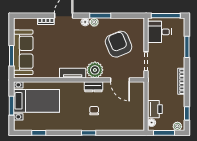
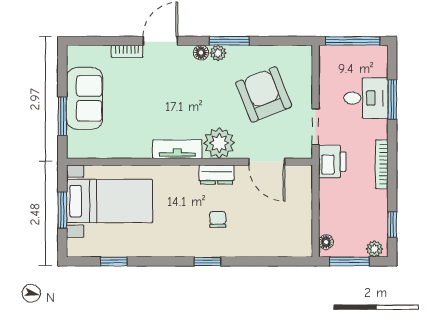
desk: (159, 32) -> (366, 98), moved, turned 180
sofa: (23, 52) -> (85, 98), width x0.73
printer: (155, 109) -> (332, 162), moved

